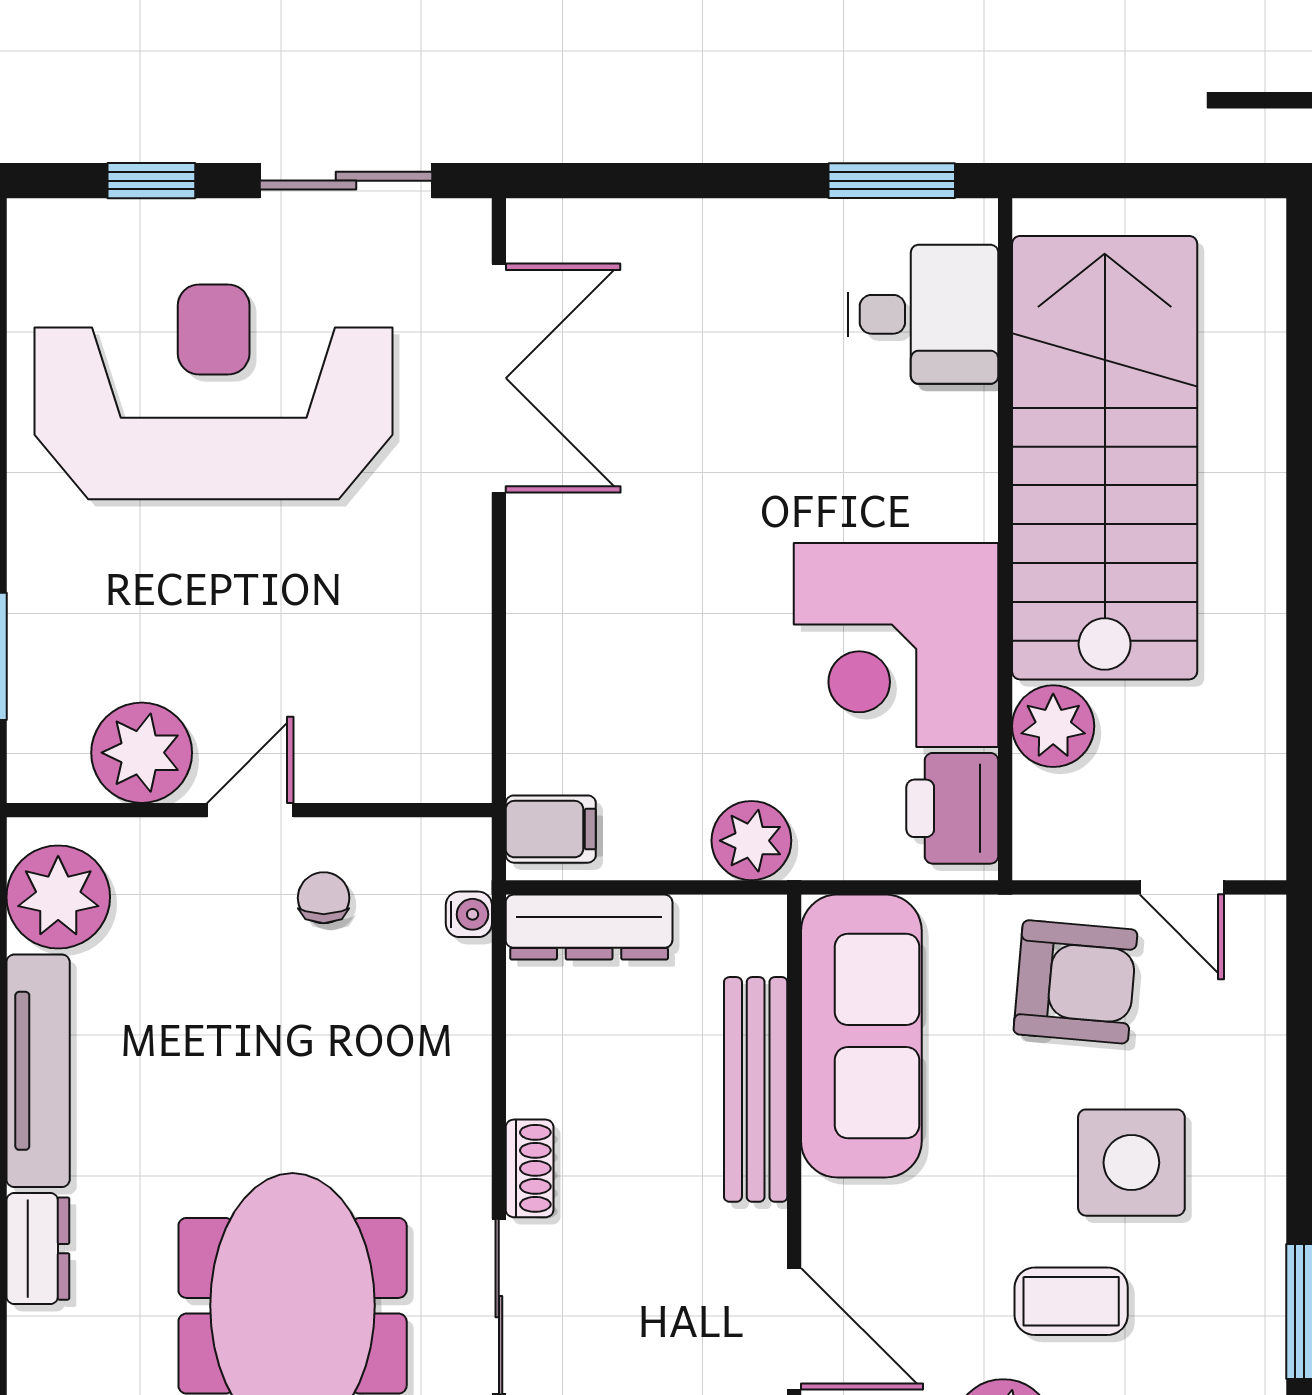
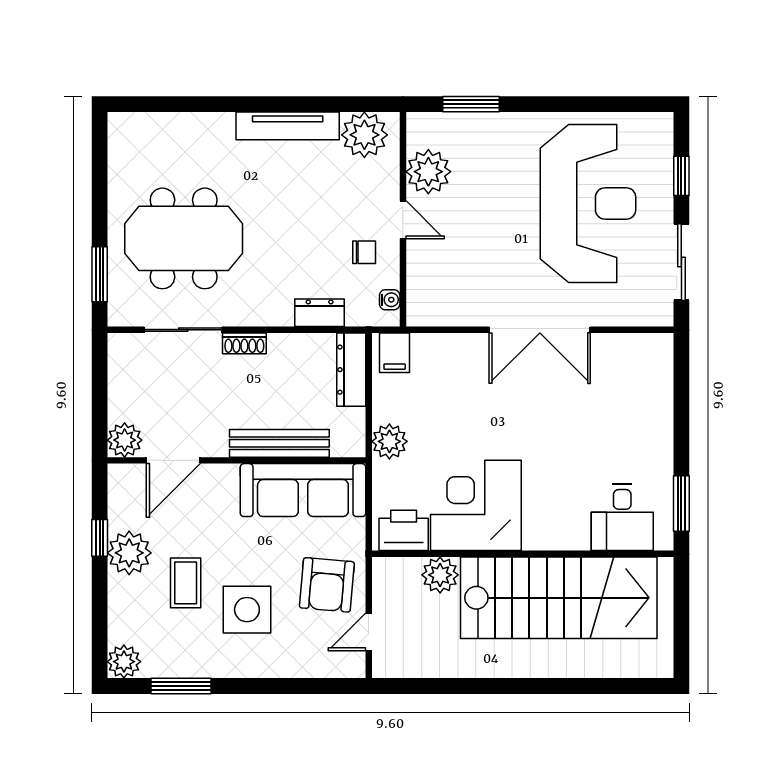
double door: (499, 378) -> (540, 330), moved
water cooler: (469, 914) -> (390, 300), moved, turned -90
dresser: (38, 1249) -> (320, 313), moved, turned 180

